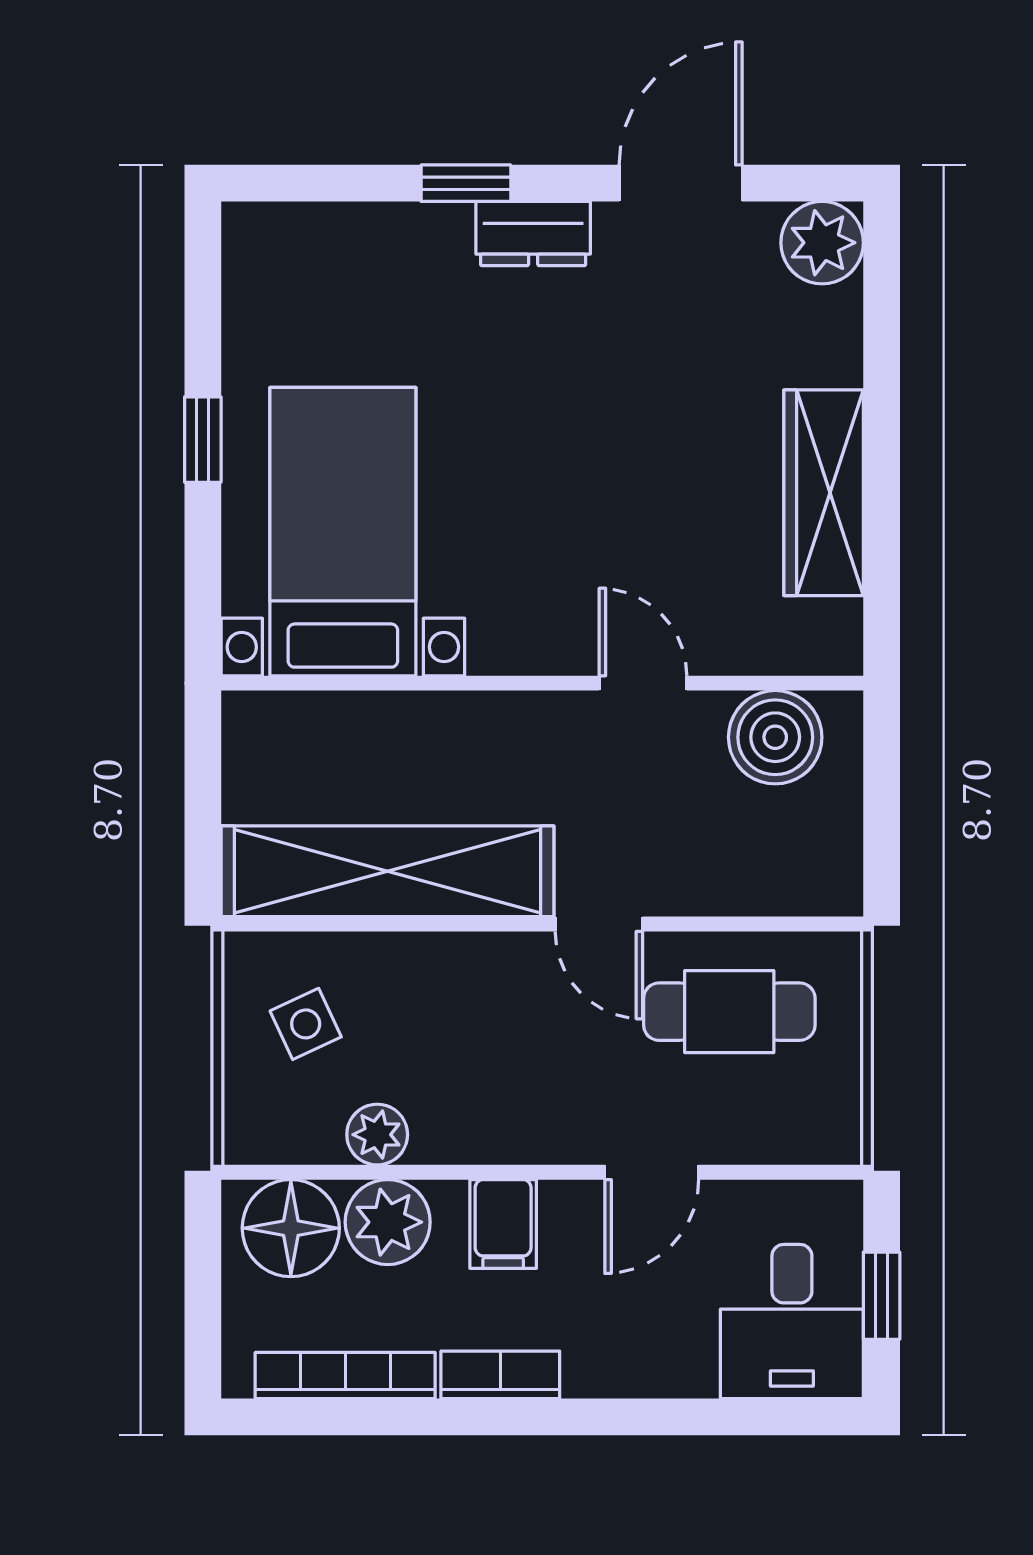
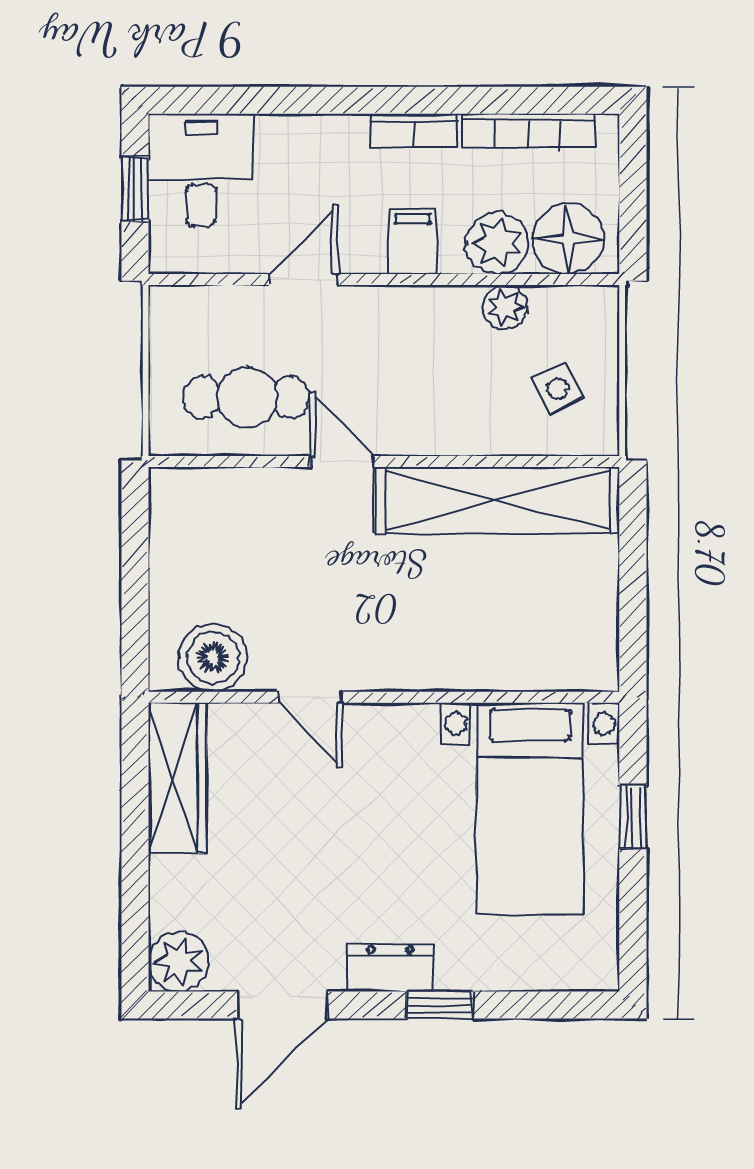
bed with nightstands: (343, 532) -> (530, 808), moved
wall: (542, 683) -> (384, 697), moved
door: (643, 683) -> (310, 697), moved
boiler: (775, 737) -> (213, 658), moved

